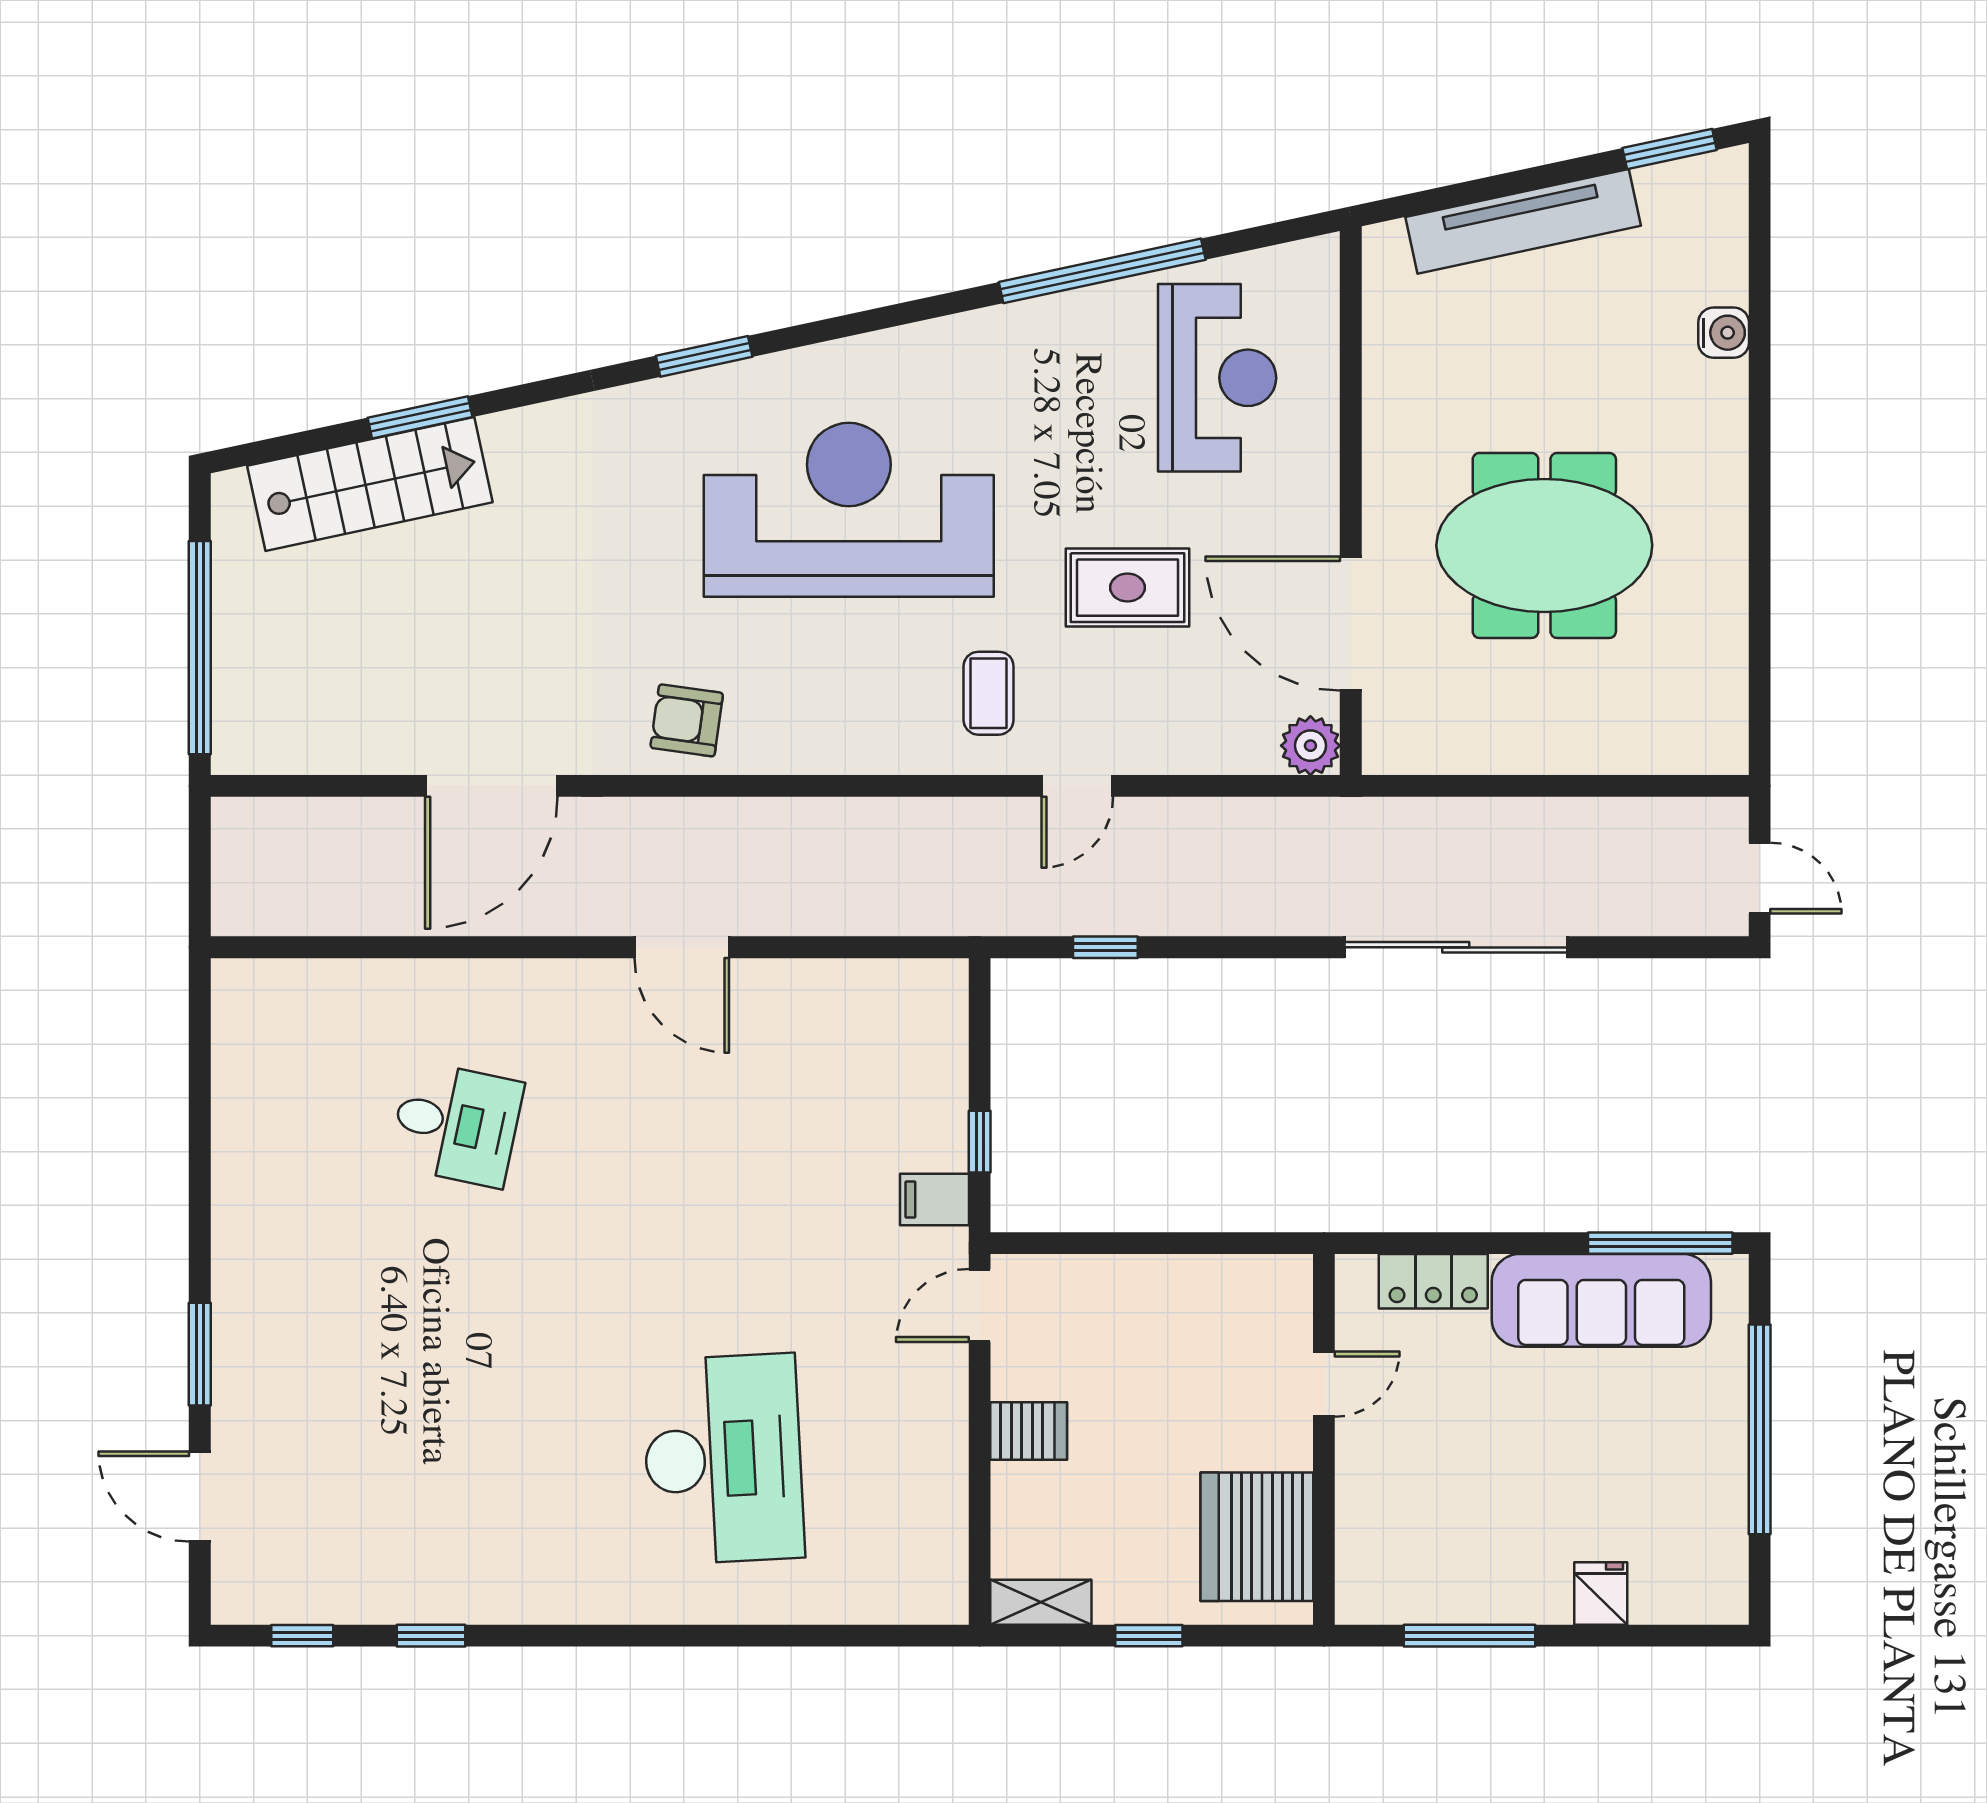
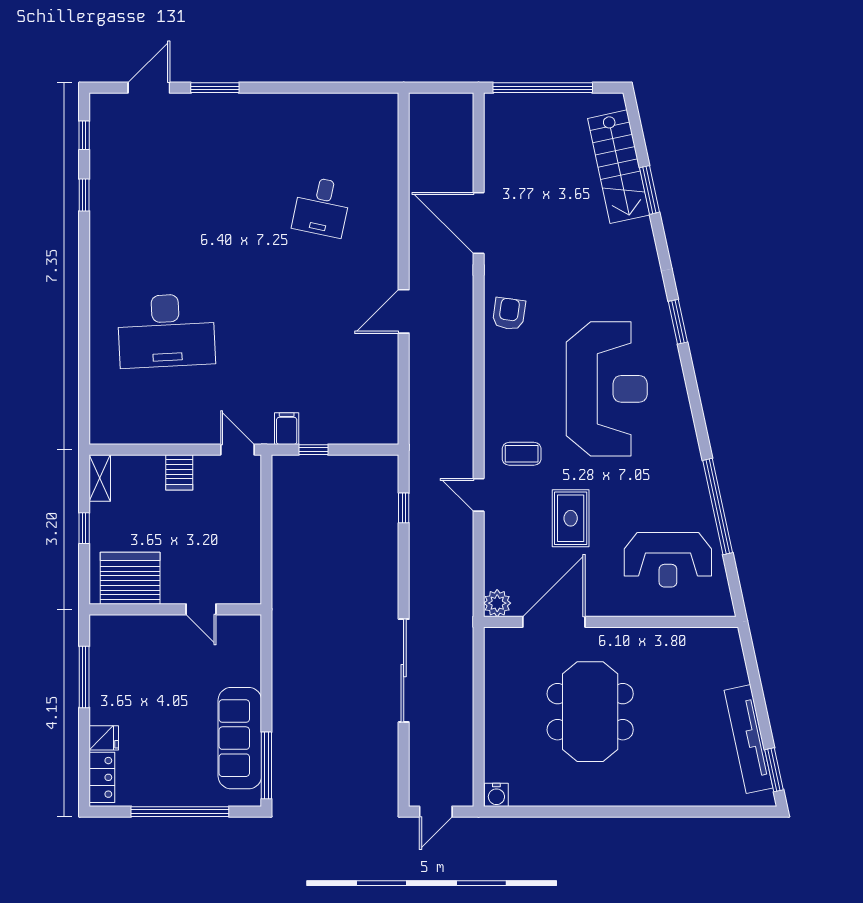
tv unit: (1523, 221) -> (749, 739), moved
water cooler: (1724, 333) -> (496, 795), moved
locker: (1433, 1281) -> (102, 777), moved, turned 180

